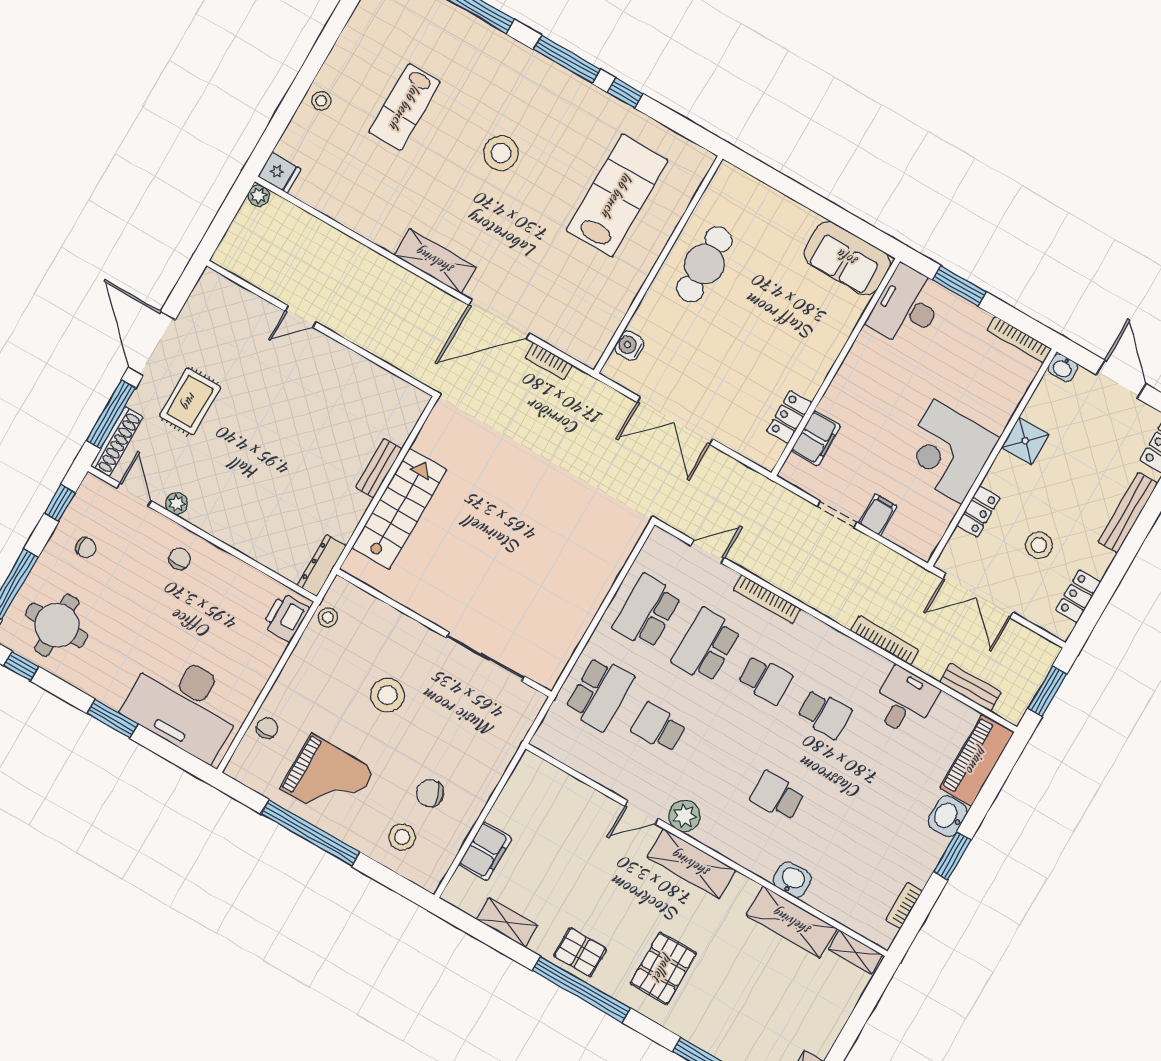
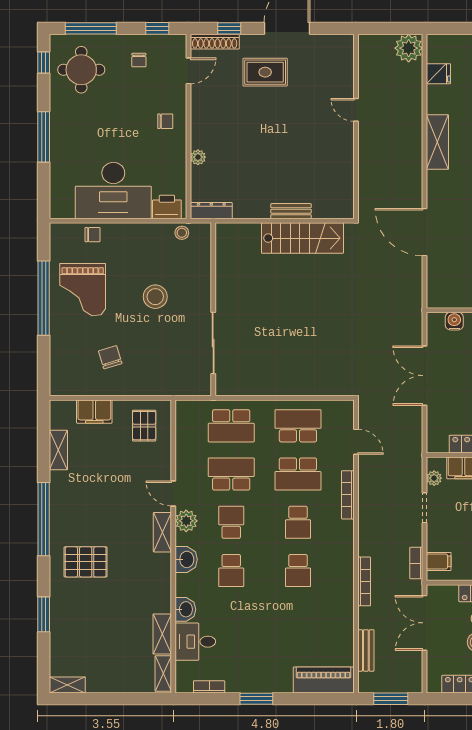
fridge: (279, 173) -> (438, 74), moved, turned -90
plant: (259, 196) -> (409, 48), width x1.87, depth x1.87
shelving: (435, 261) -> (437, 142), moved
bookcase: (549, 361) -> (416, 563), moved
window: (111, 414) -> (229, 28), width x0.46
plant: (807, 482) -> (434, 478), added
plant: (177, 503) -> (198, 157), moved
stairs: (399, 509) -> (302, 238), moved
filing cabinet: (878, 515) -> (439, 561), moved
school desk: (706, 646) -> (298, 474), turned 180
desk: (904, 701) -> (195, 642), moved, turned 180
desk: (184, 705) -> (113, 191), moved, turned -90
window: (113, 719) -> (44, 137), width x1.44
school desk: (659, 728) -> (231, 474), width x1.85
school desk: (718, 762) -> (231, 522), added
school desk: (777, 796) -> (231, 571), turned 180
washbasin: (948, 816) -> (186, 559), moved, turned 90
stool: (402, 837) -> (74, 356), removed
shelving: (691, 864) -> (162, 532), width x0.67, depth x0.75
shelving: (792, 922) -> (162, 634), width x0.67, depth x0.75
pallet: (580, 952) -> (144, 426), moved

